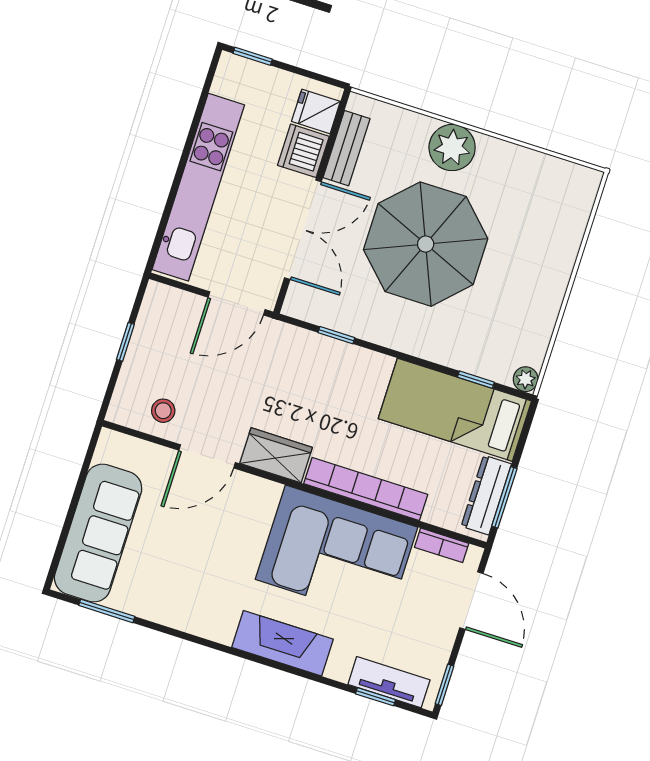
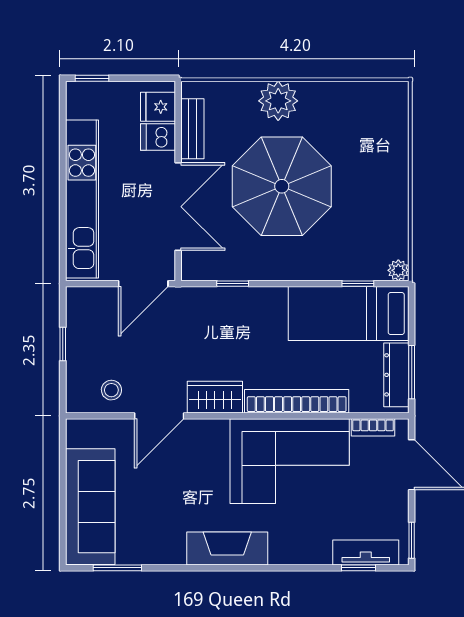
dishwasher: (303, 151) -> (158, 137), width x0.73
fireplace: (282, 643) -> (227, 548), moved

